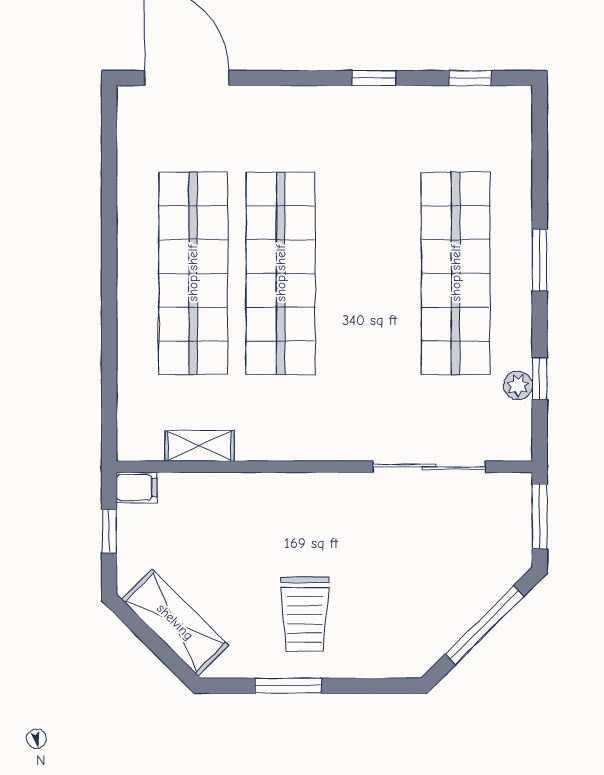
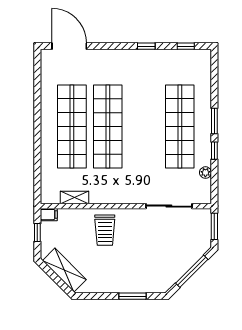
window: (540, 379) -> (214, 151), moved
trolley: (305, 614) -> (105, 230), moved
window: (288, 686) -> (132, 296), moved

